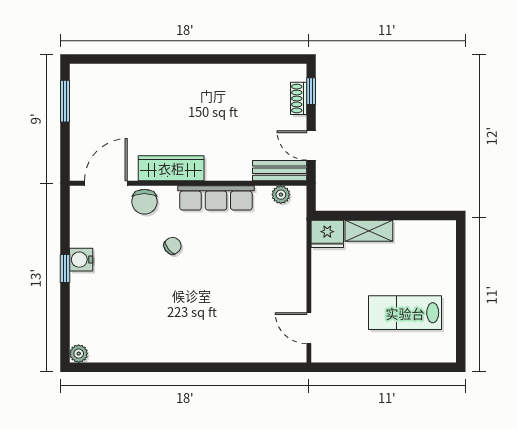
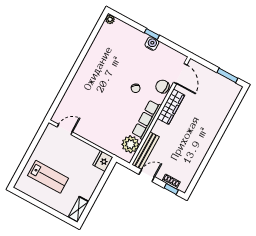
bench: (280, 171) -> (146, 151), width x1.36
plant: (281, 195) -> (130, 144), width x1.88, depth x1.88
shelving: (369, 231) -> (78, 209), moved
lab bench: (405, 313) -> (48, 177), turned 90

